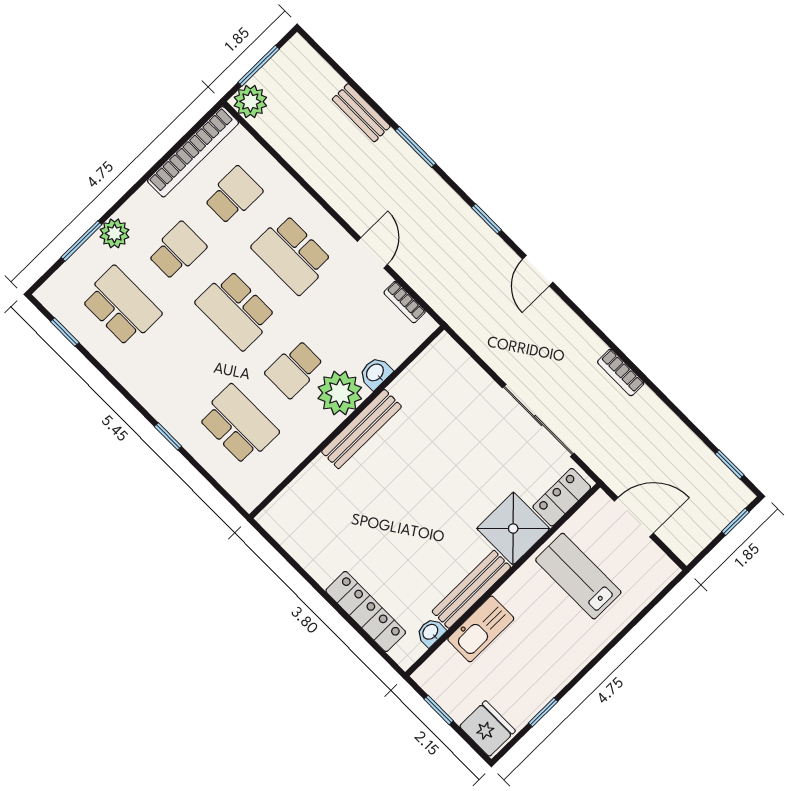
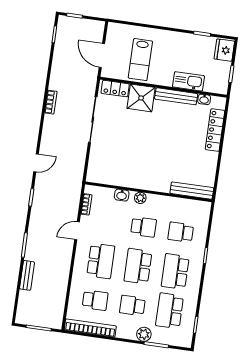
plant: (250, 102) -> (55, 321), removed
school desk: (233, 195) -> (95, 300), turned 180
school desk: (236, 310) -> (138, 266), turned 180
school desk: (180, 365) -> (175, 271), added
plant: (340, 393) -> (140, 198), width x0.53, depth x0.53
school desk: (238, 425) -> (181, 232), width x0.54
bench: (361, 429) -> (192, 191), moved

